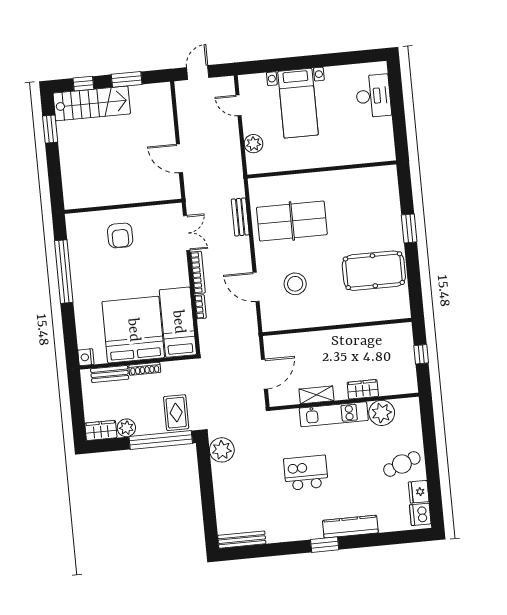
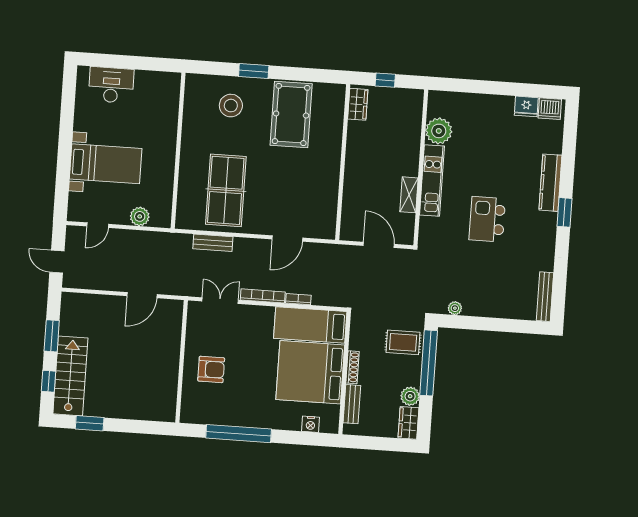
stool: (295, 284) -> (231, 106), moved
nightstand: (86, 357) -> (310, 424), moved
wardrobe: (363, 389) -> (358, 104), moved, turned 180
plant: (222, 450) -> (455, 308), width x0.53, depth x0.53
cafe table: (402, 464) -> (495, 119), removed

